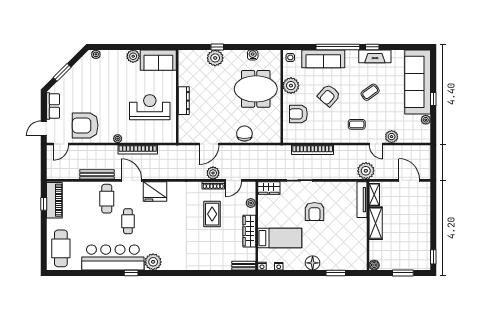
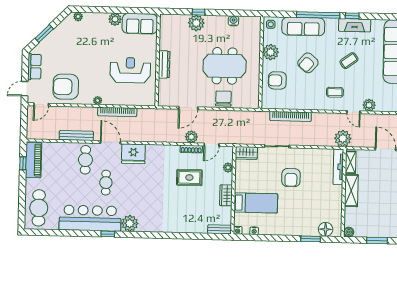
meeting table: (256, 89) -> (225, 66), moved
rug: (212, 214) -> (189, 178), turned 90
wardrobe: (249, 231) -> (226, 195), width x0.67
floor lamp: (313, 263) -> (326, 229), moved

